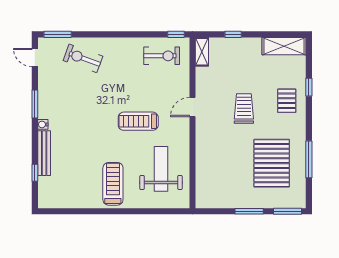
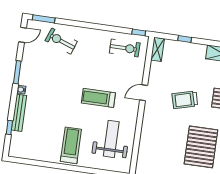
door: (35, 58) -> (23, 35), swing flipped
trolley: (244, 109) -> (185, 100), turned -105

